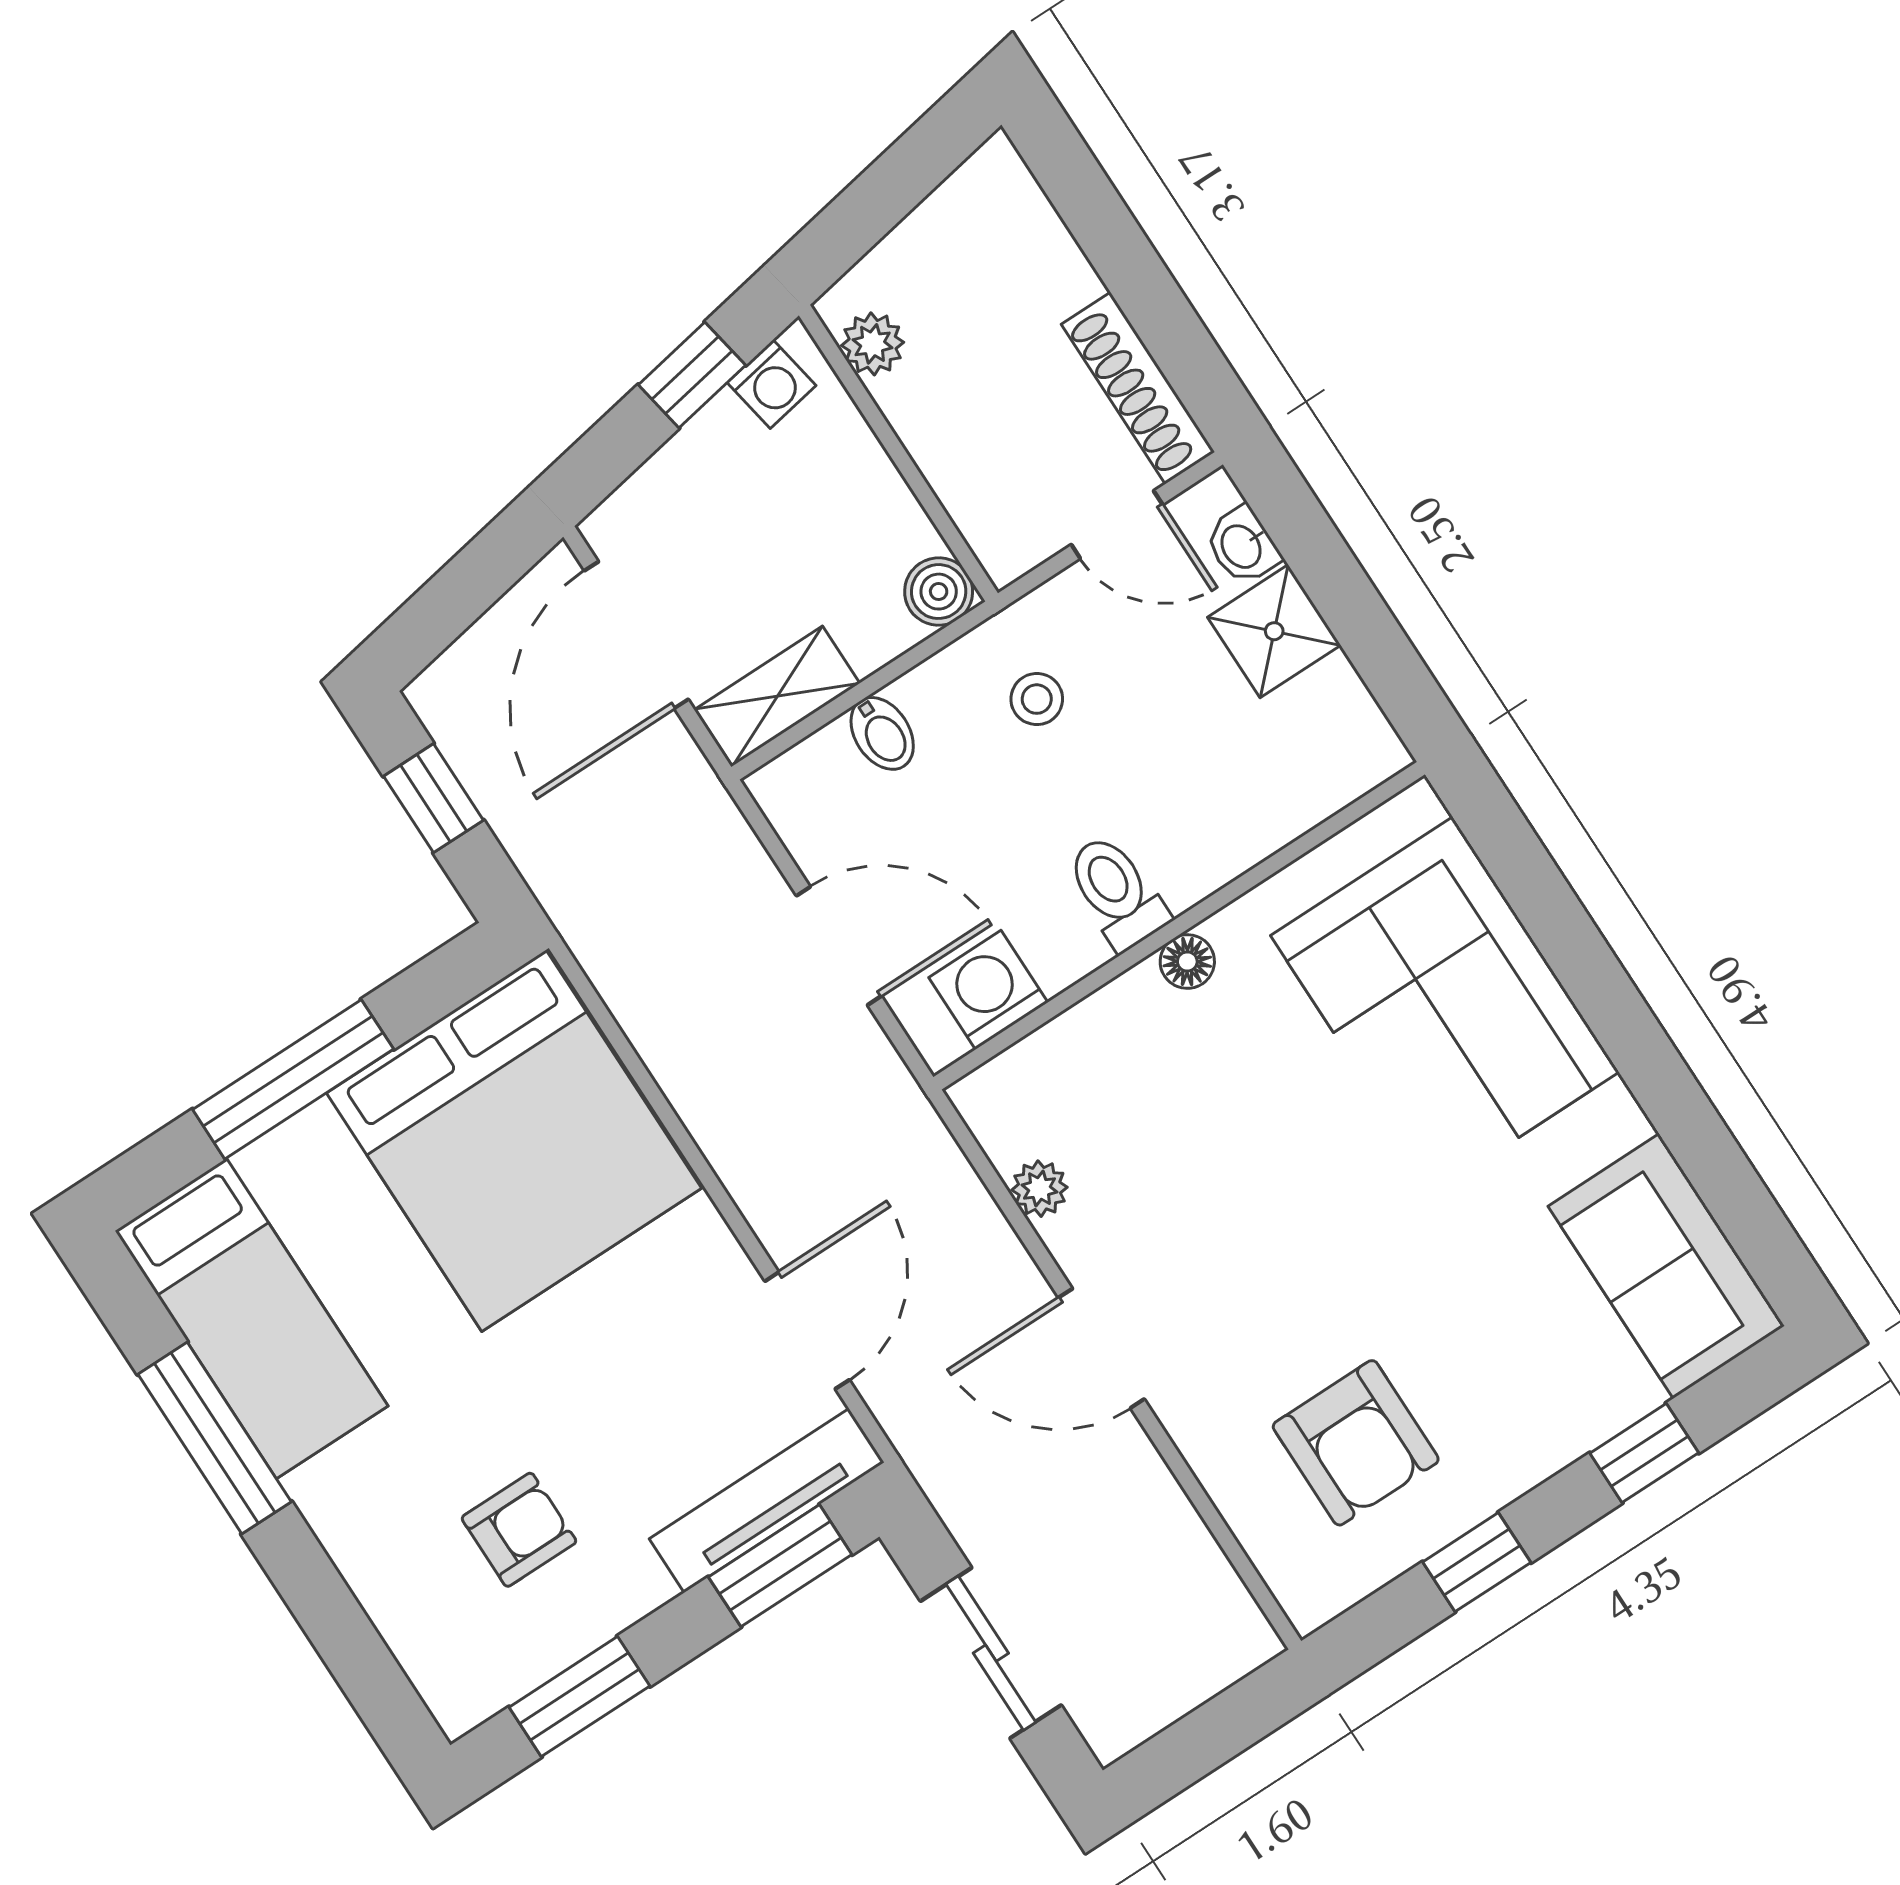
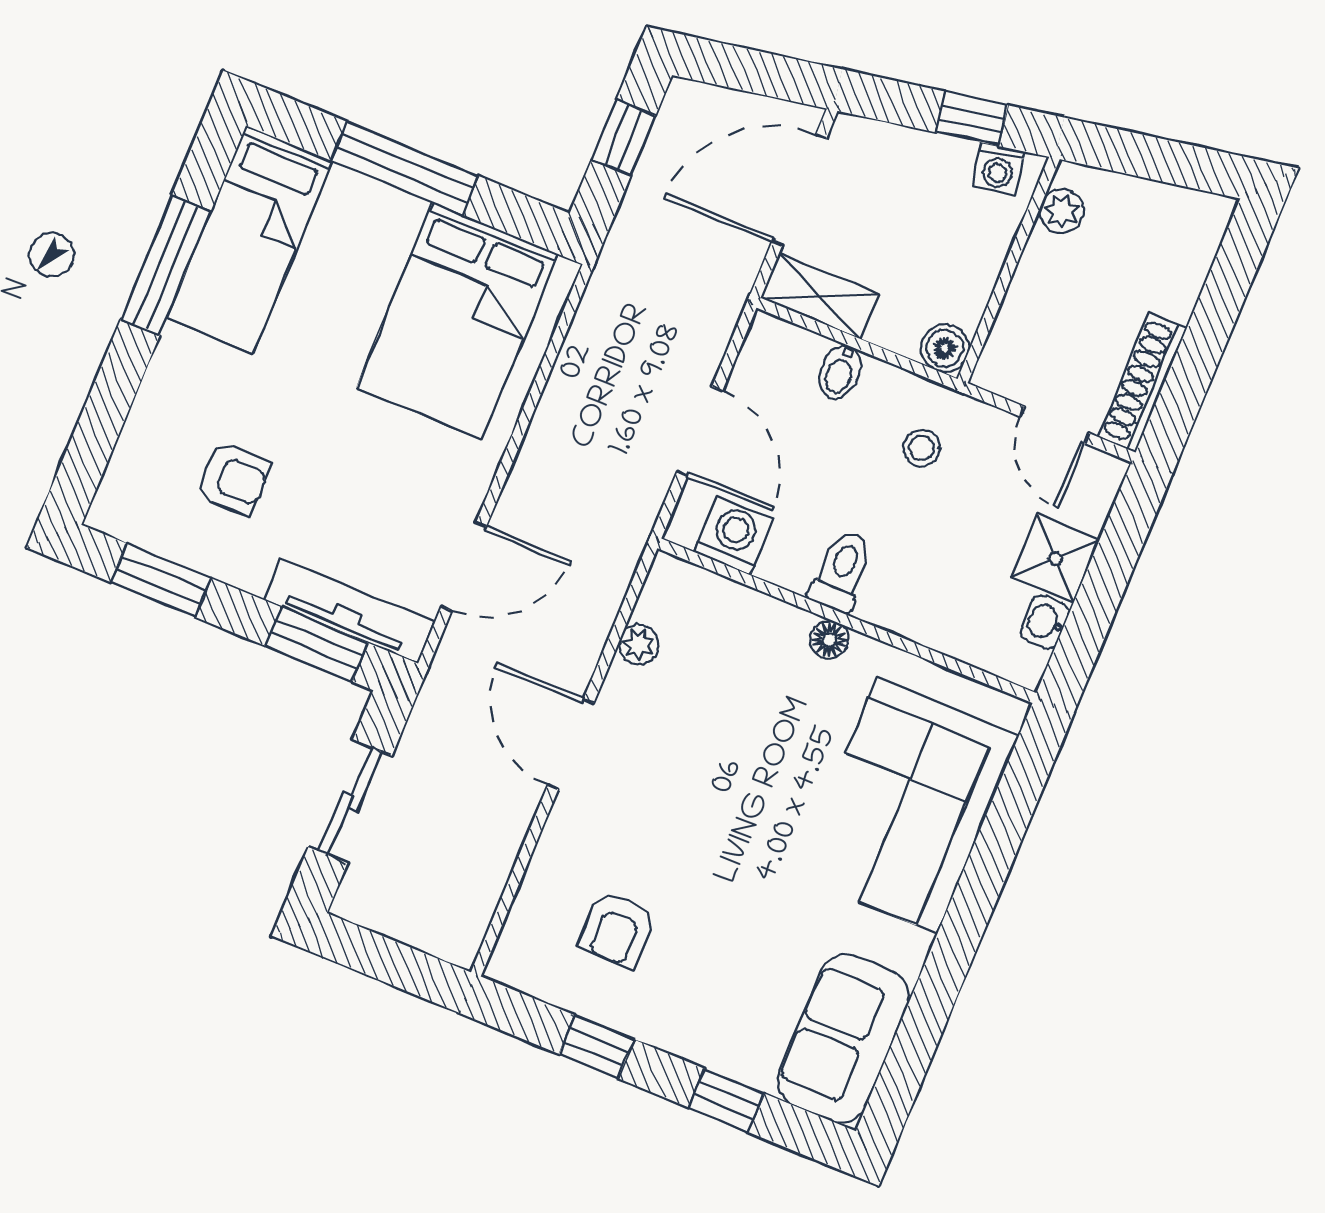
washbasin: (1242, 546) -> (1045, 622), moved
bed: (514, 1141) -> (457, 321), width x0.73
armchair: (1356, 1443) -> (617, 929), width x0.72, depth x0.72

